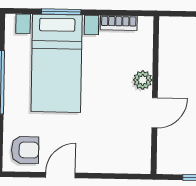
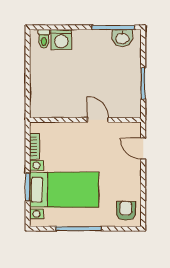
plant: (143, 80) -> (75, 129), removed
door: (60, 175) -> (143, 148), moved

